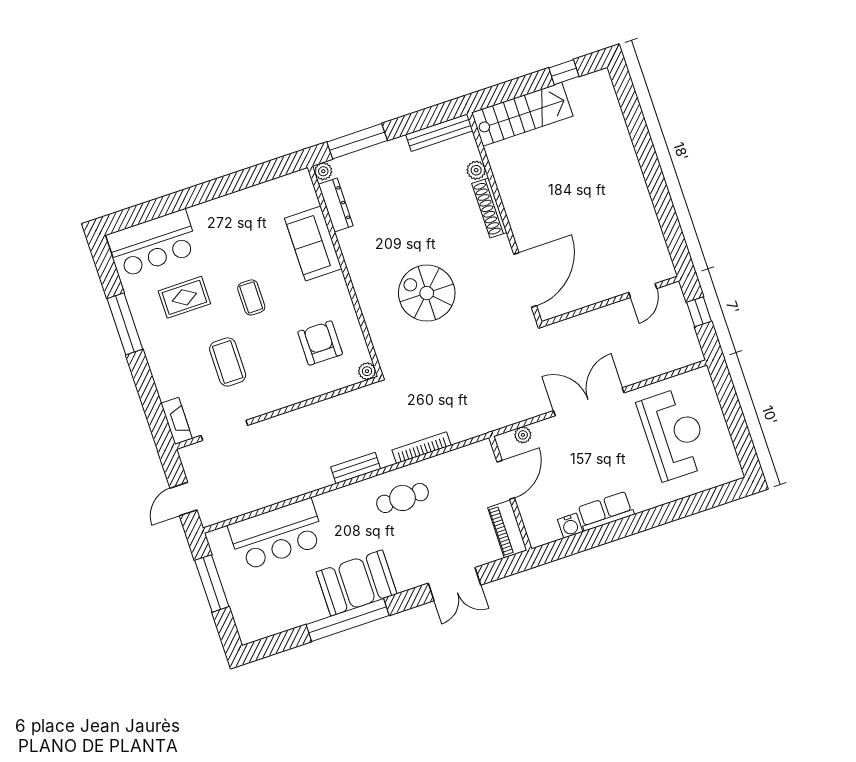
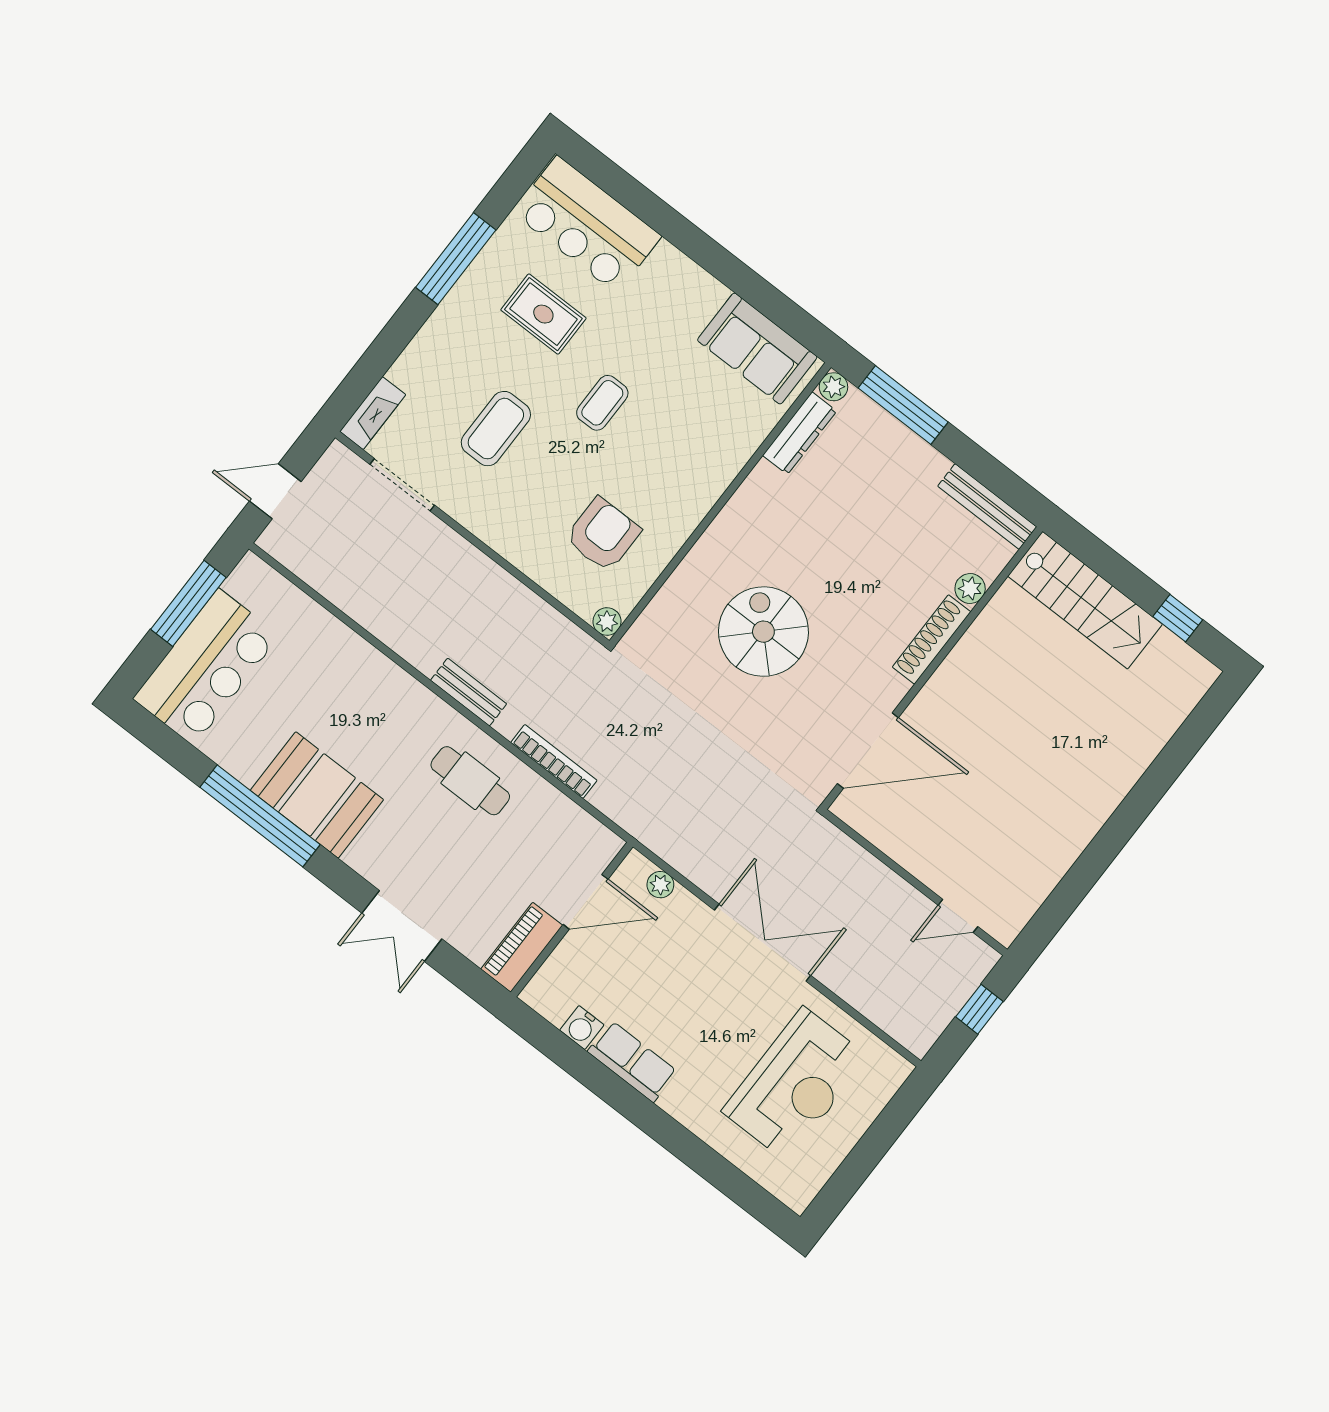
sofa: (313, 243) -> (757, 349), moved, turned -90
bar counter: (277, 534) -> (206, 667), moved, turned -90

